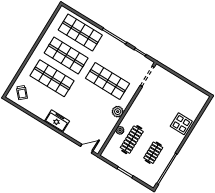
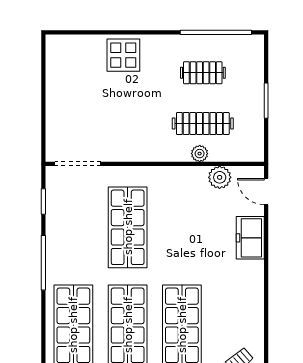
plant: (118, 112) -> (220, 177), moved
freezer: (57, 121) -> (250, 238), moved

